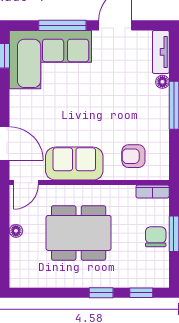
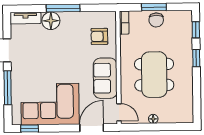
corner sofa: (50, 60) -> (50, 104), moved, turned -90
floor lamp: (162, 82) -> (51, 21), width x1.89, depth x1.89
armchair: (133, 156) -> (99, 36), turned 90
chair: (156, 237) -> (156, 20), turned -90

